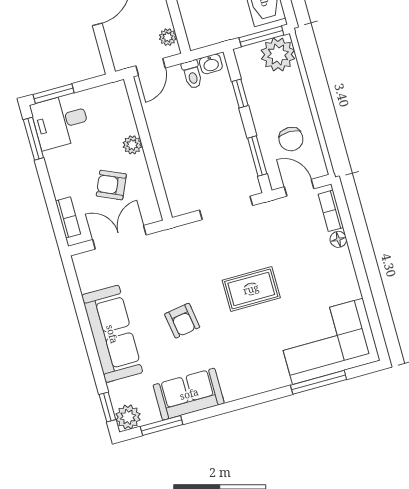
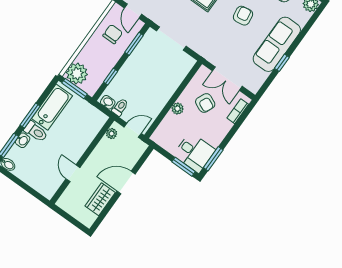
window: (107, 407) -> (282, 63), moved

